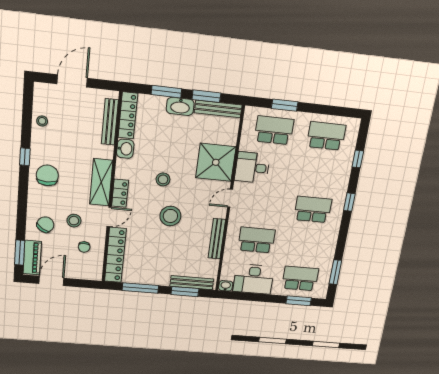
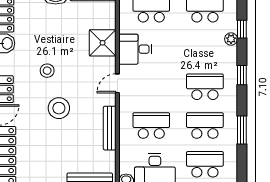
shower: (216, 162) -> (103, 43), width x0.73, depth x0.73
plant: (346, 167) -> (231, 39), added
school desk: (306, 244) -> (205, 126), added
window: (335, 272) -> (242, 130), moved

